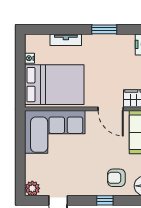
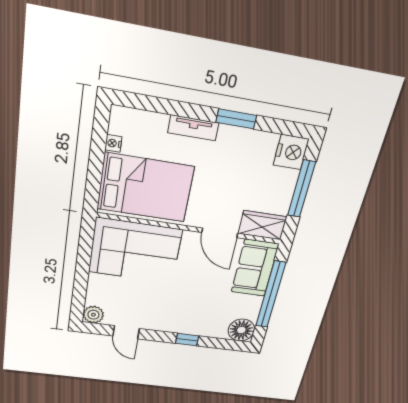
tv unit: (66, 40) -> (193, 128), moved
armchair: (116, 178) -> (208, 317), removed

